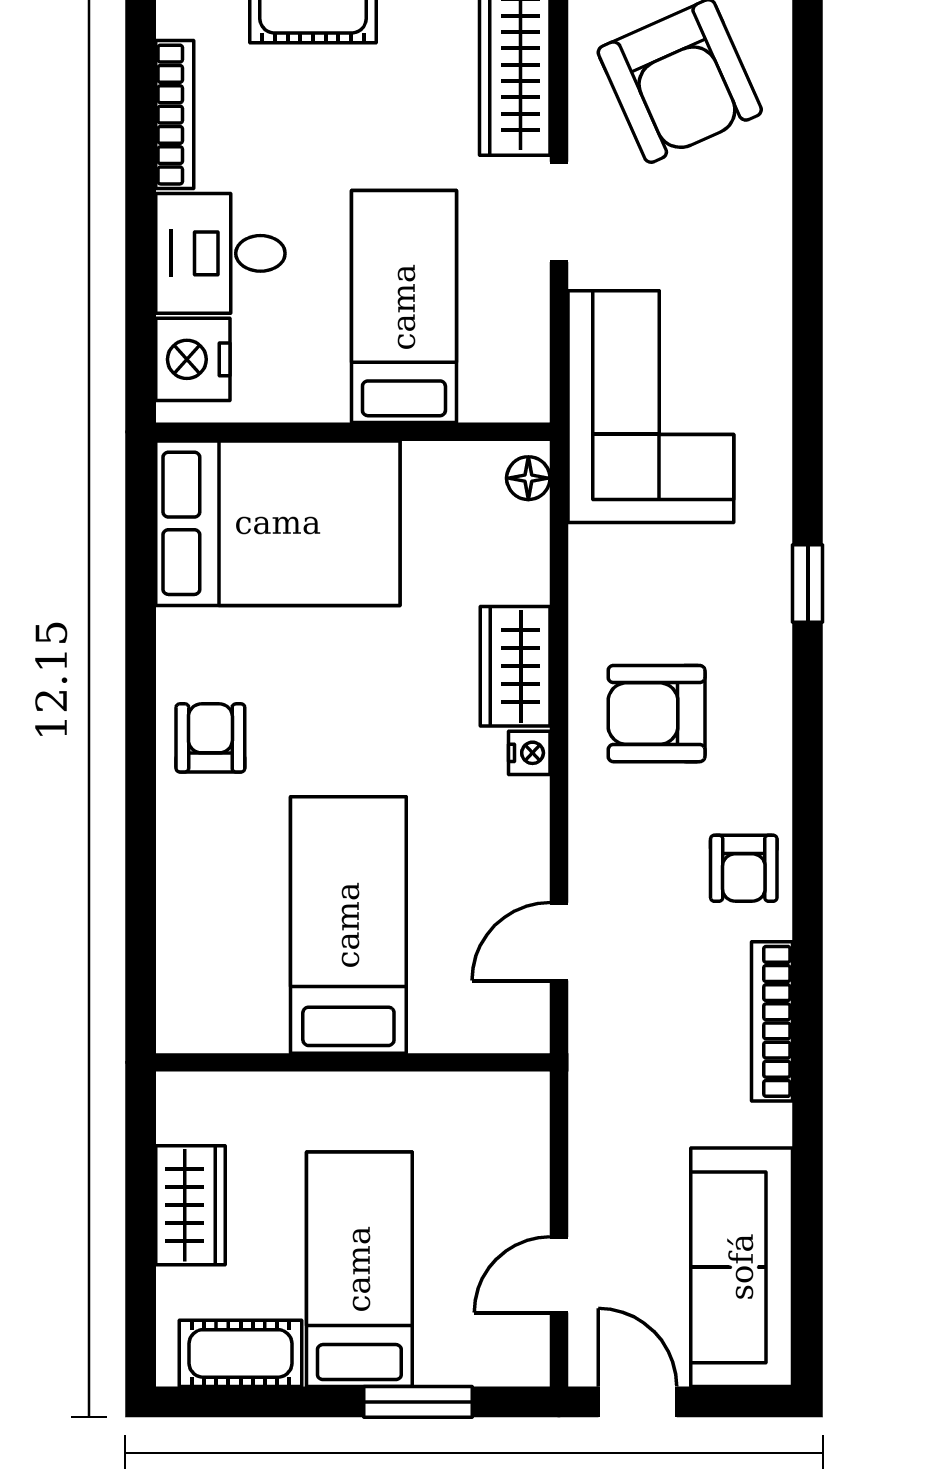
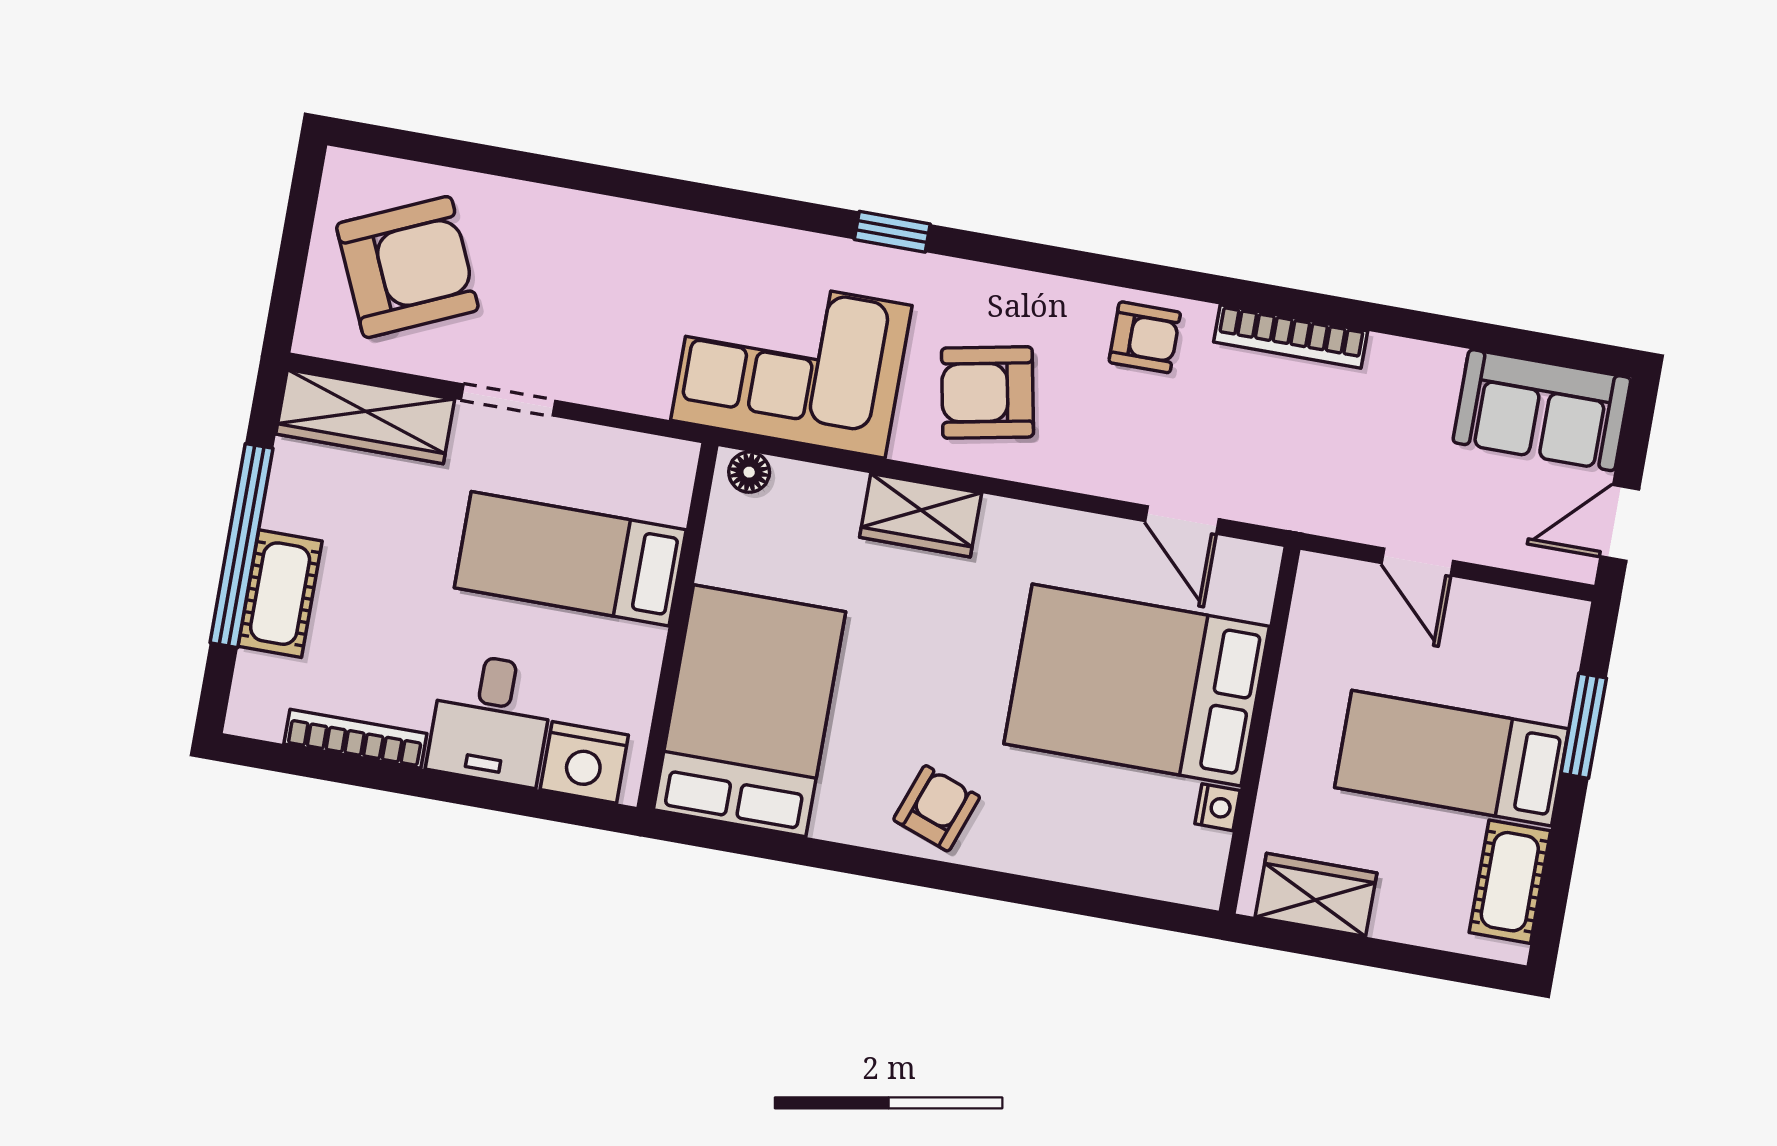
corner sofa: (651, 407) -> (791, 363), moved
armchair: (657, 714) -> (987, 392), turned 79
armchair: (210, 738) -> (937, 808), turned 110
nightstand: (529, 753) -> (1218, 807), moved, turned 90
bed: (348, 925) -> (1137, 685), width x1.50
wardrobe: (190, 1205) -> (1316, 895), moved
sofa: (742, 1267) -> (1542, 410), width x0.73
door: (559, 1275) -> (1417, 562), moved

